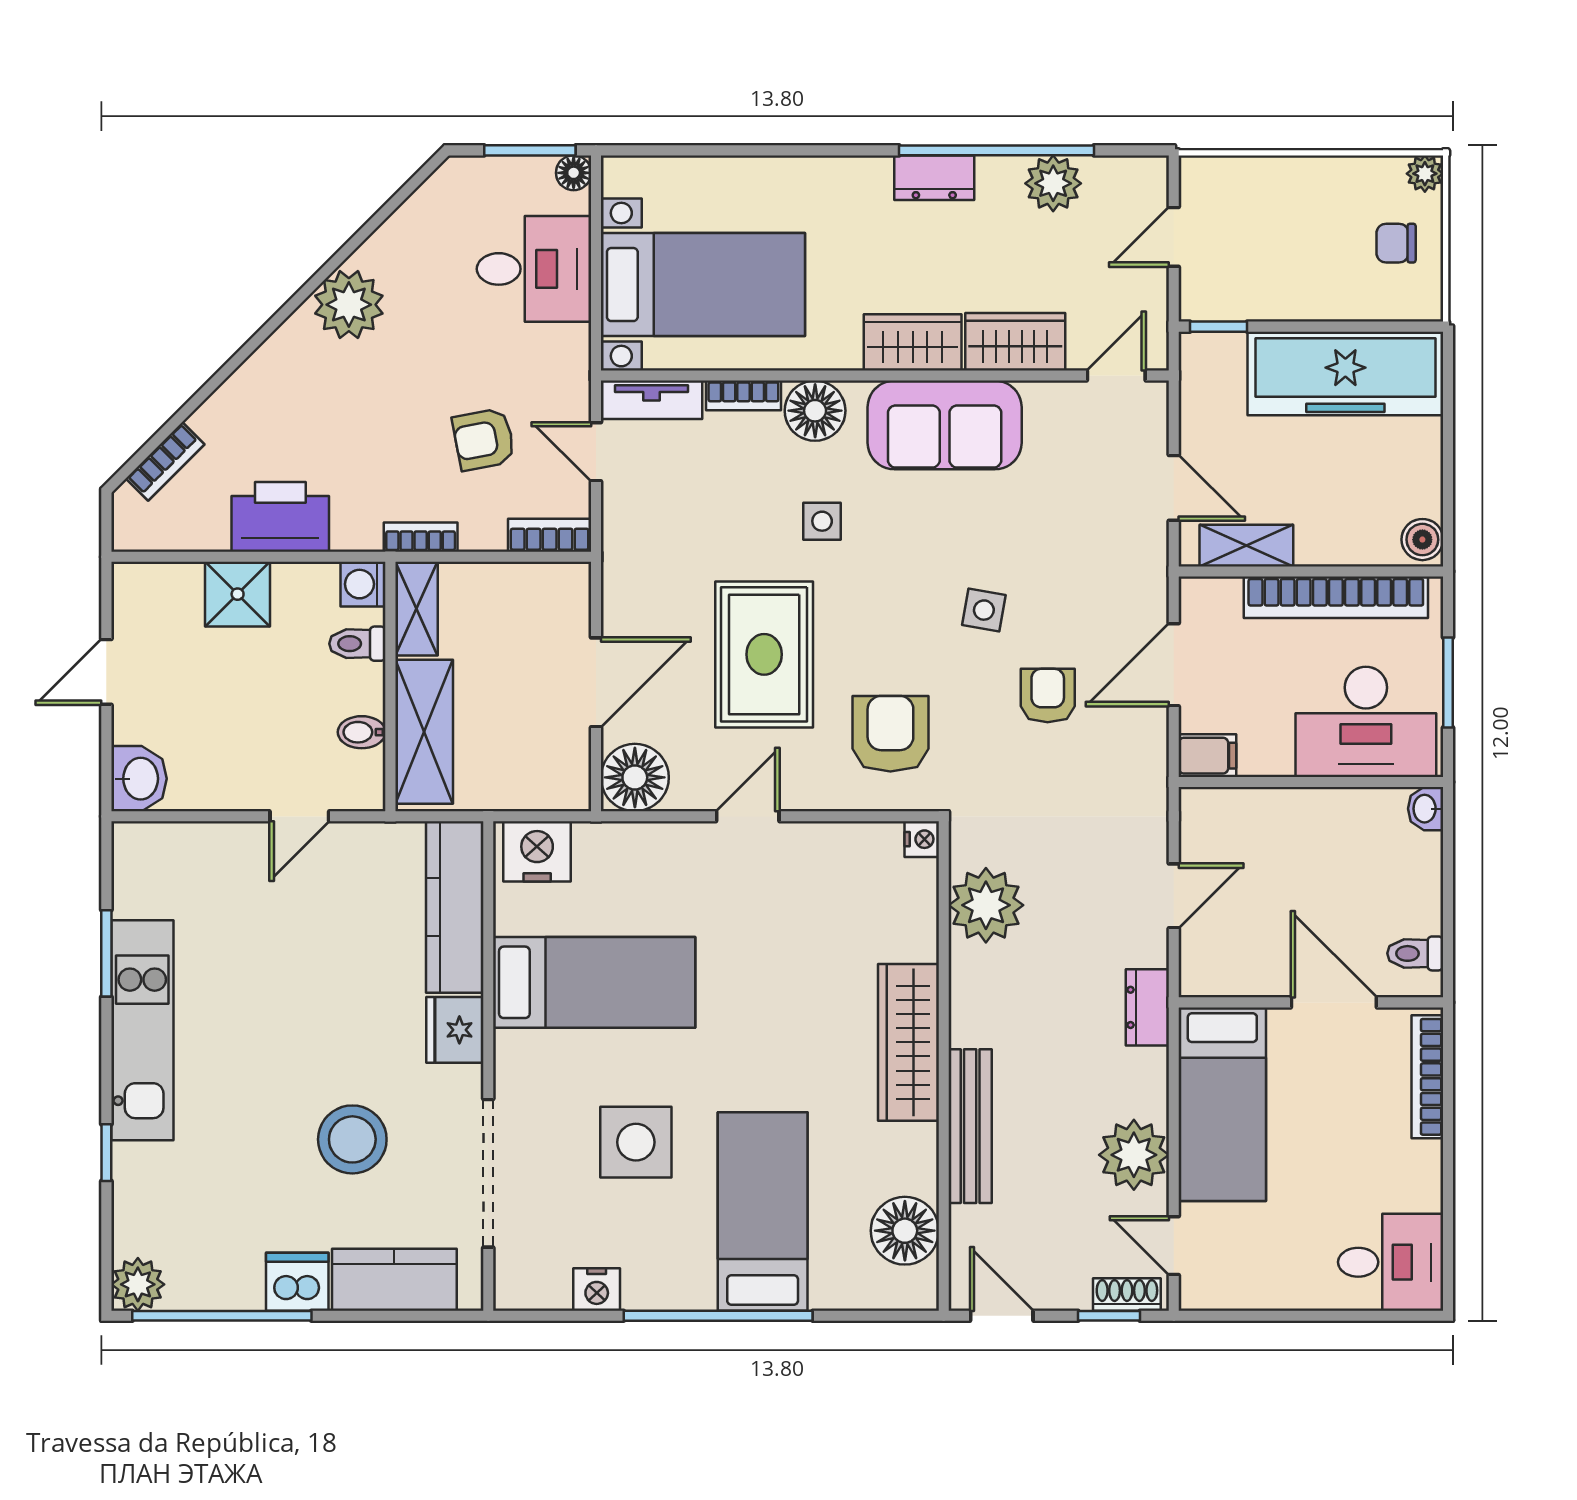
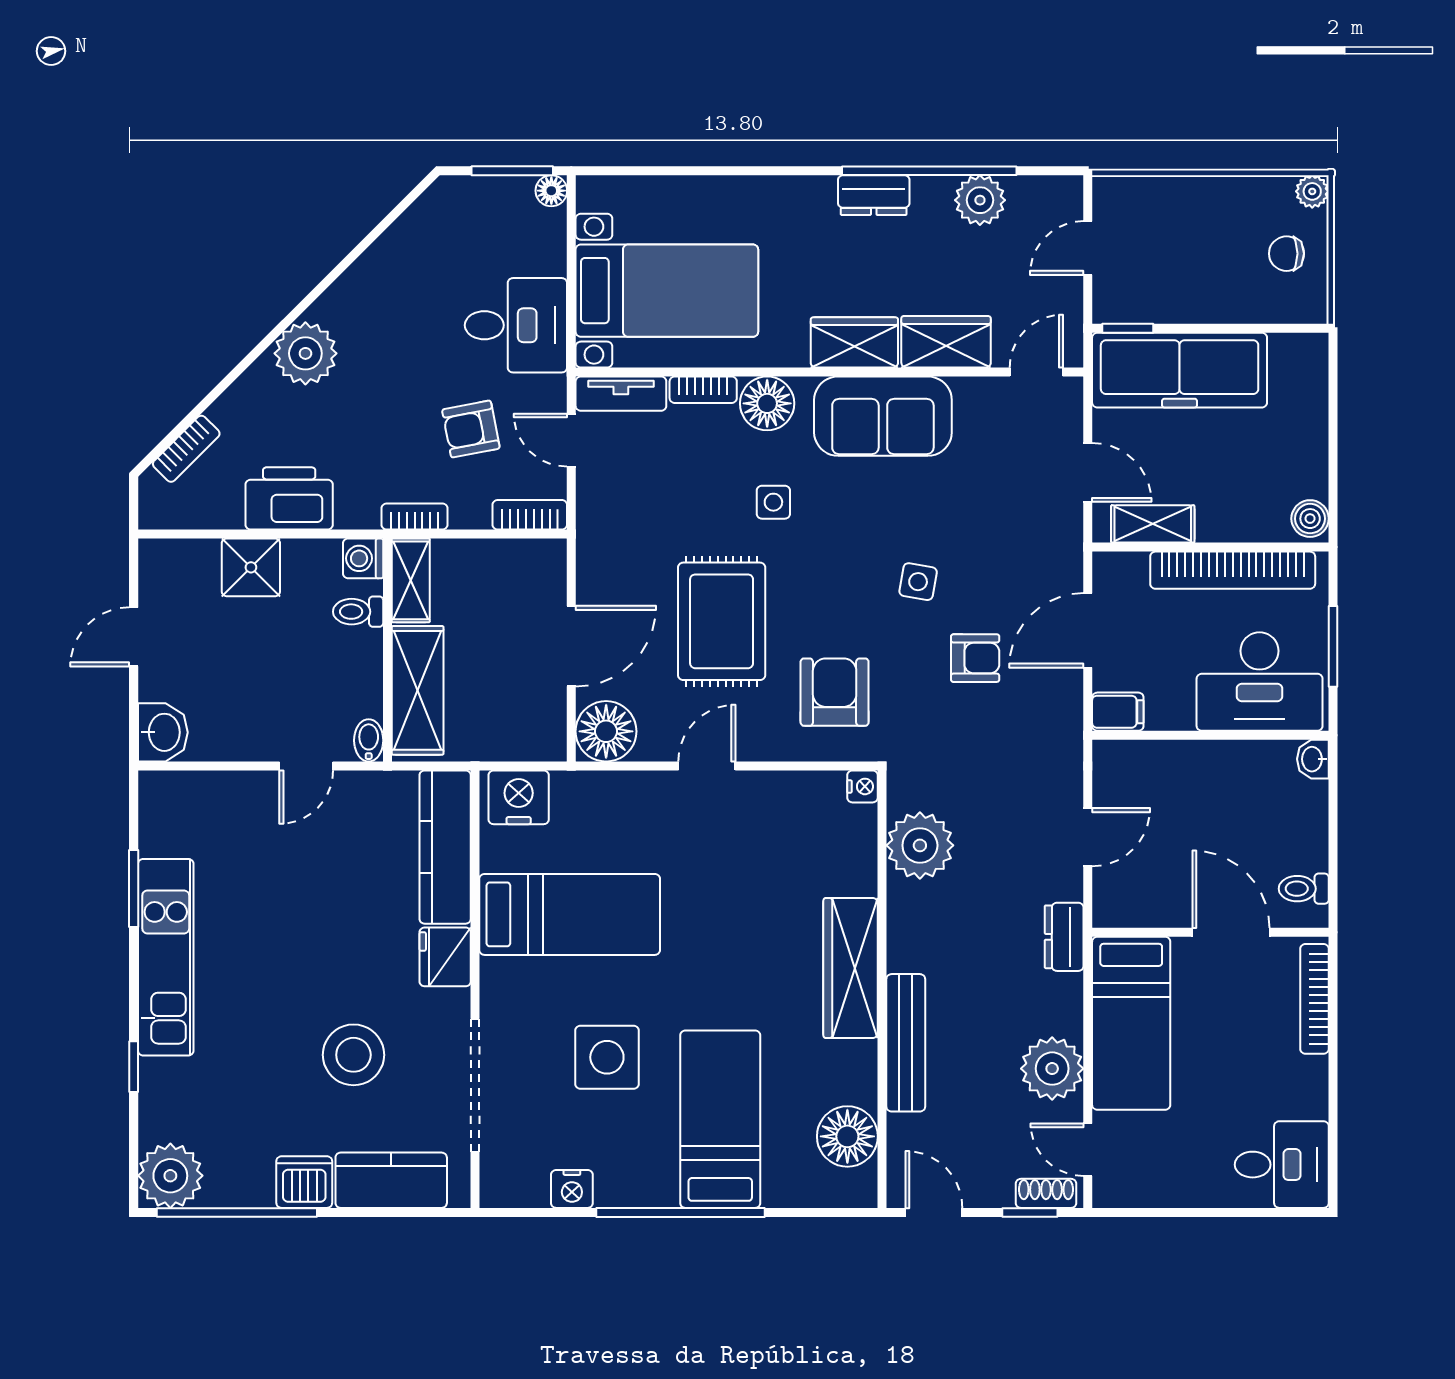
desk: (534, 269) -> (516, 325), moved
plant: (349, 305) -> (305, 353), moved
freezer: (1345, 373) -> (1180, 370), moved
armchair: (1048, 696) -> (975, 658), turned 90
bidet: (362, 732) -> (369, 740), moved, turned 90
plant: (138, 1284) -> (170, 1176), width x1.36, depth x1.36

